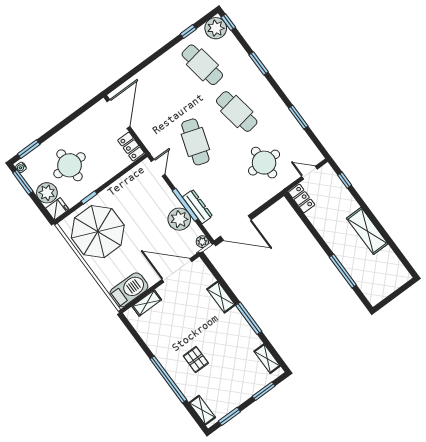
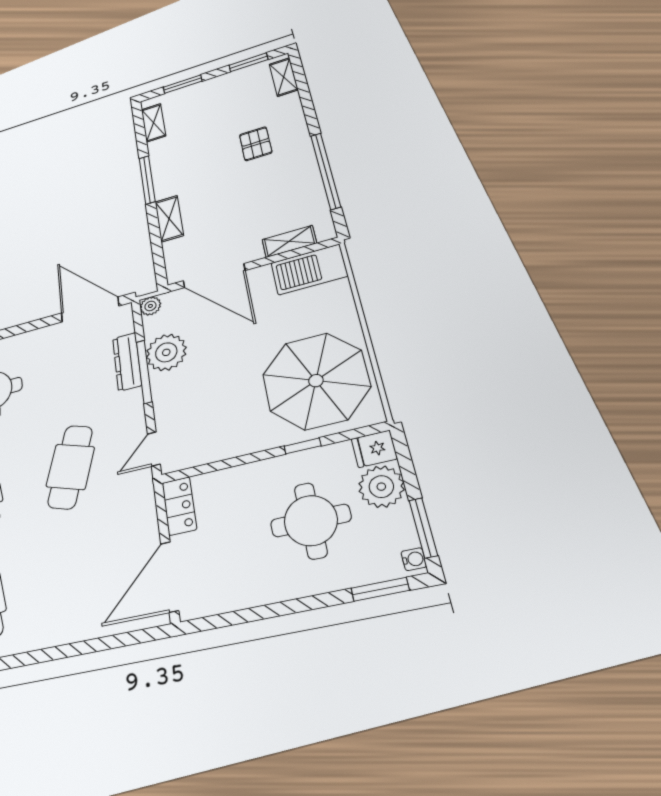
window: (168, 379) -> (325, 171), moved

